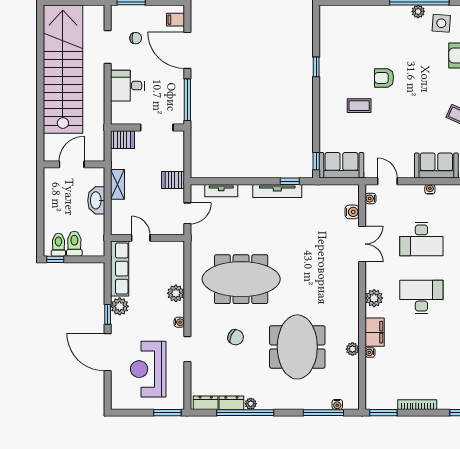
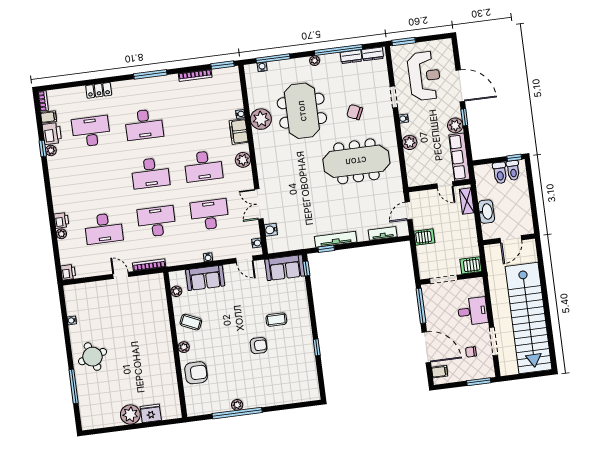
side table: (441, 23) -> (216, 398), removed
shelving: (118, 184) -> (467, 201), moved
plant: (352, 349) -> (261, 119), width x1.88, depth x1.88
plant: (251, 404) -> (315, 61), moved

